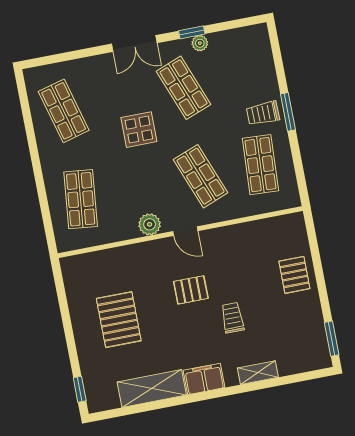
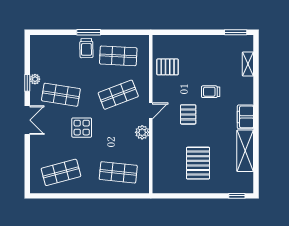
shop shelf: (184, 88) -> (61, 95), turned 30
pallet: (294, 275) -> (168, 67), moved
pallet: (119, 320) -> (198, 163), turned 90
shelving: (258, 373) -> (248, 64), moved

